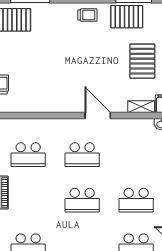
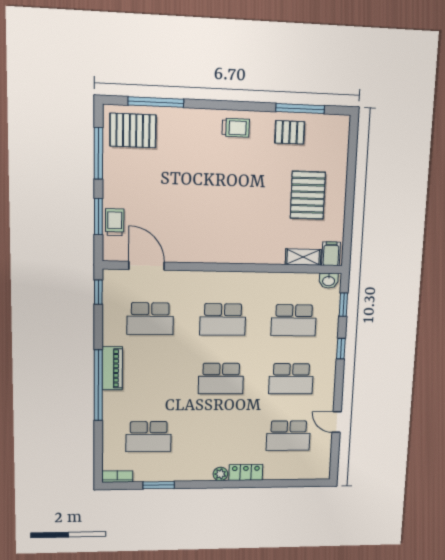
pallet: (127, 17) -> (290, 132), width x0.67, depth x0.71
door: (98, 116) -> (147, 266), moved
school desk: (136, 155) -> (294, 320), added

